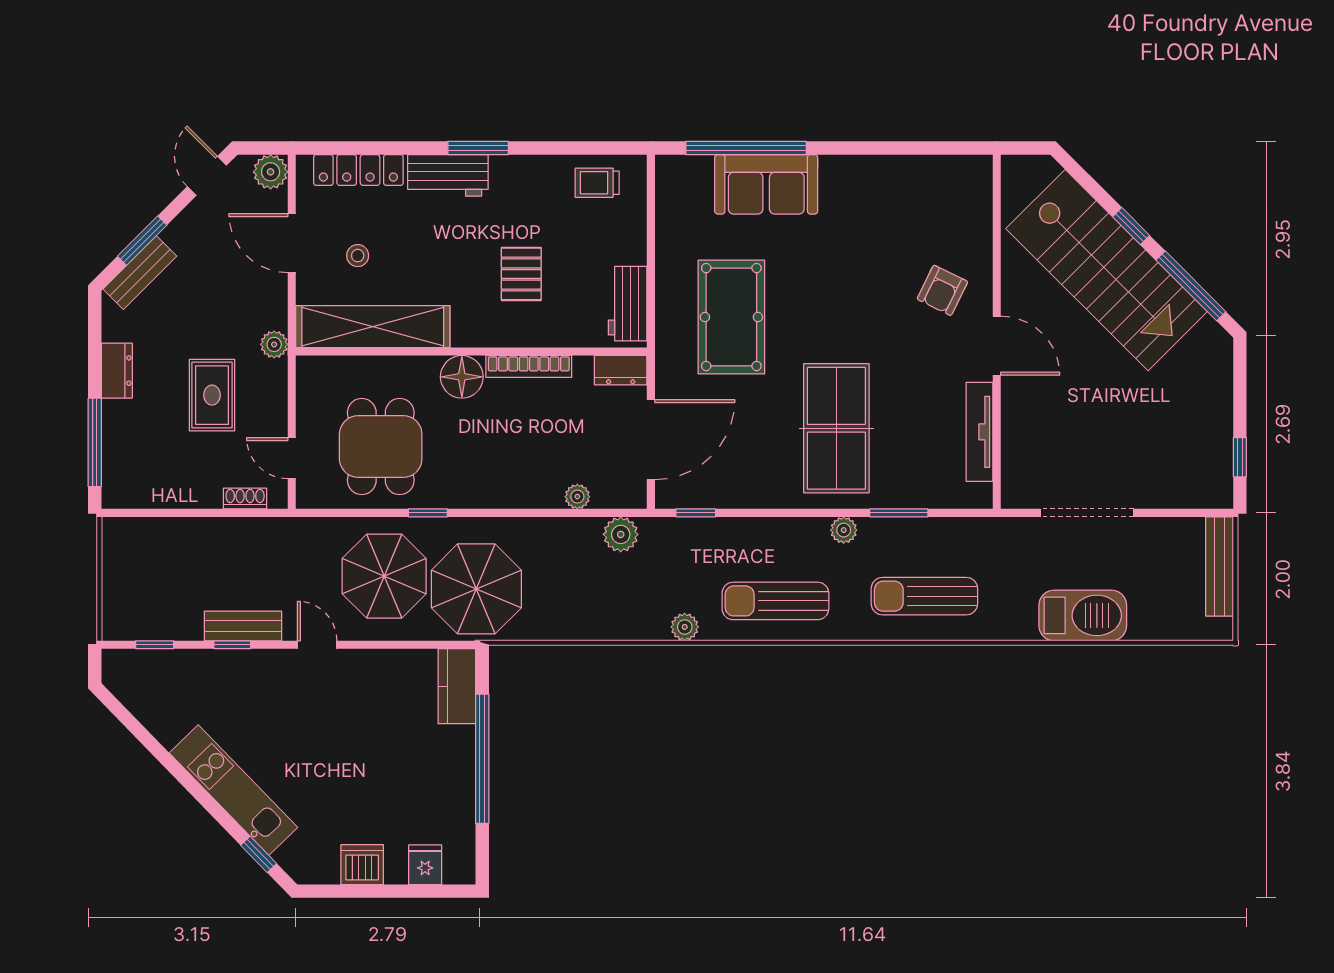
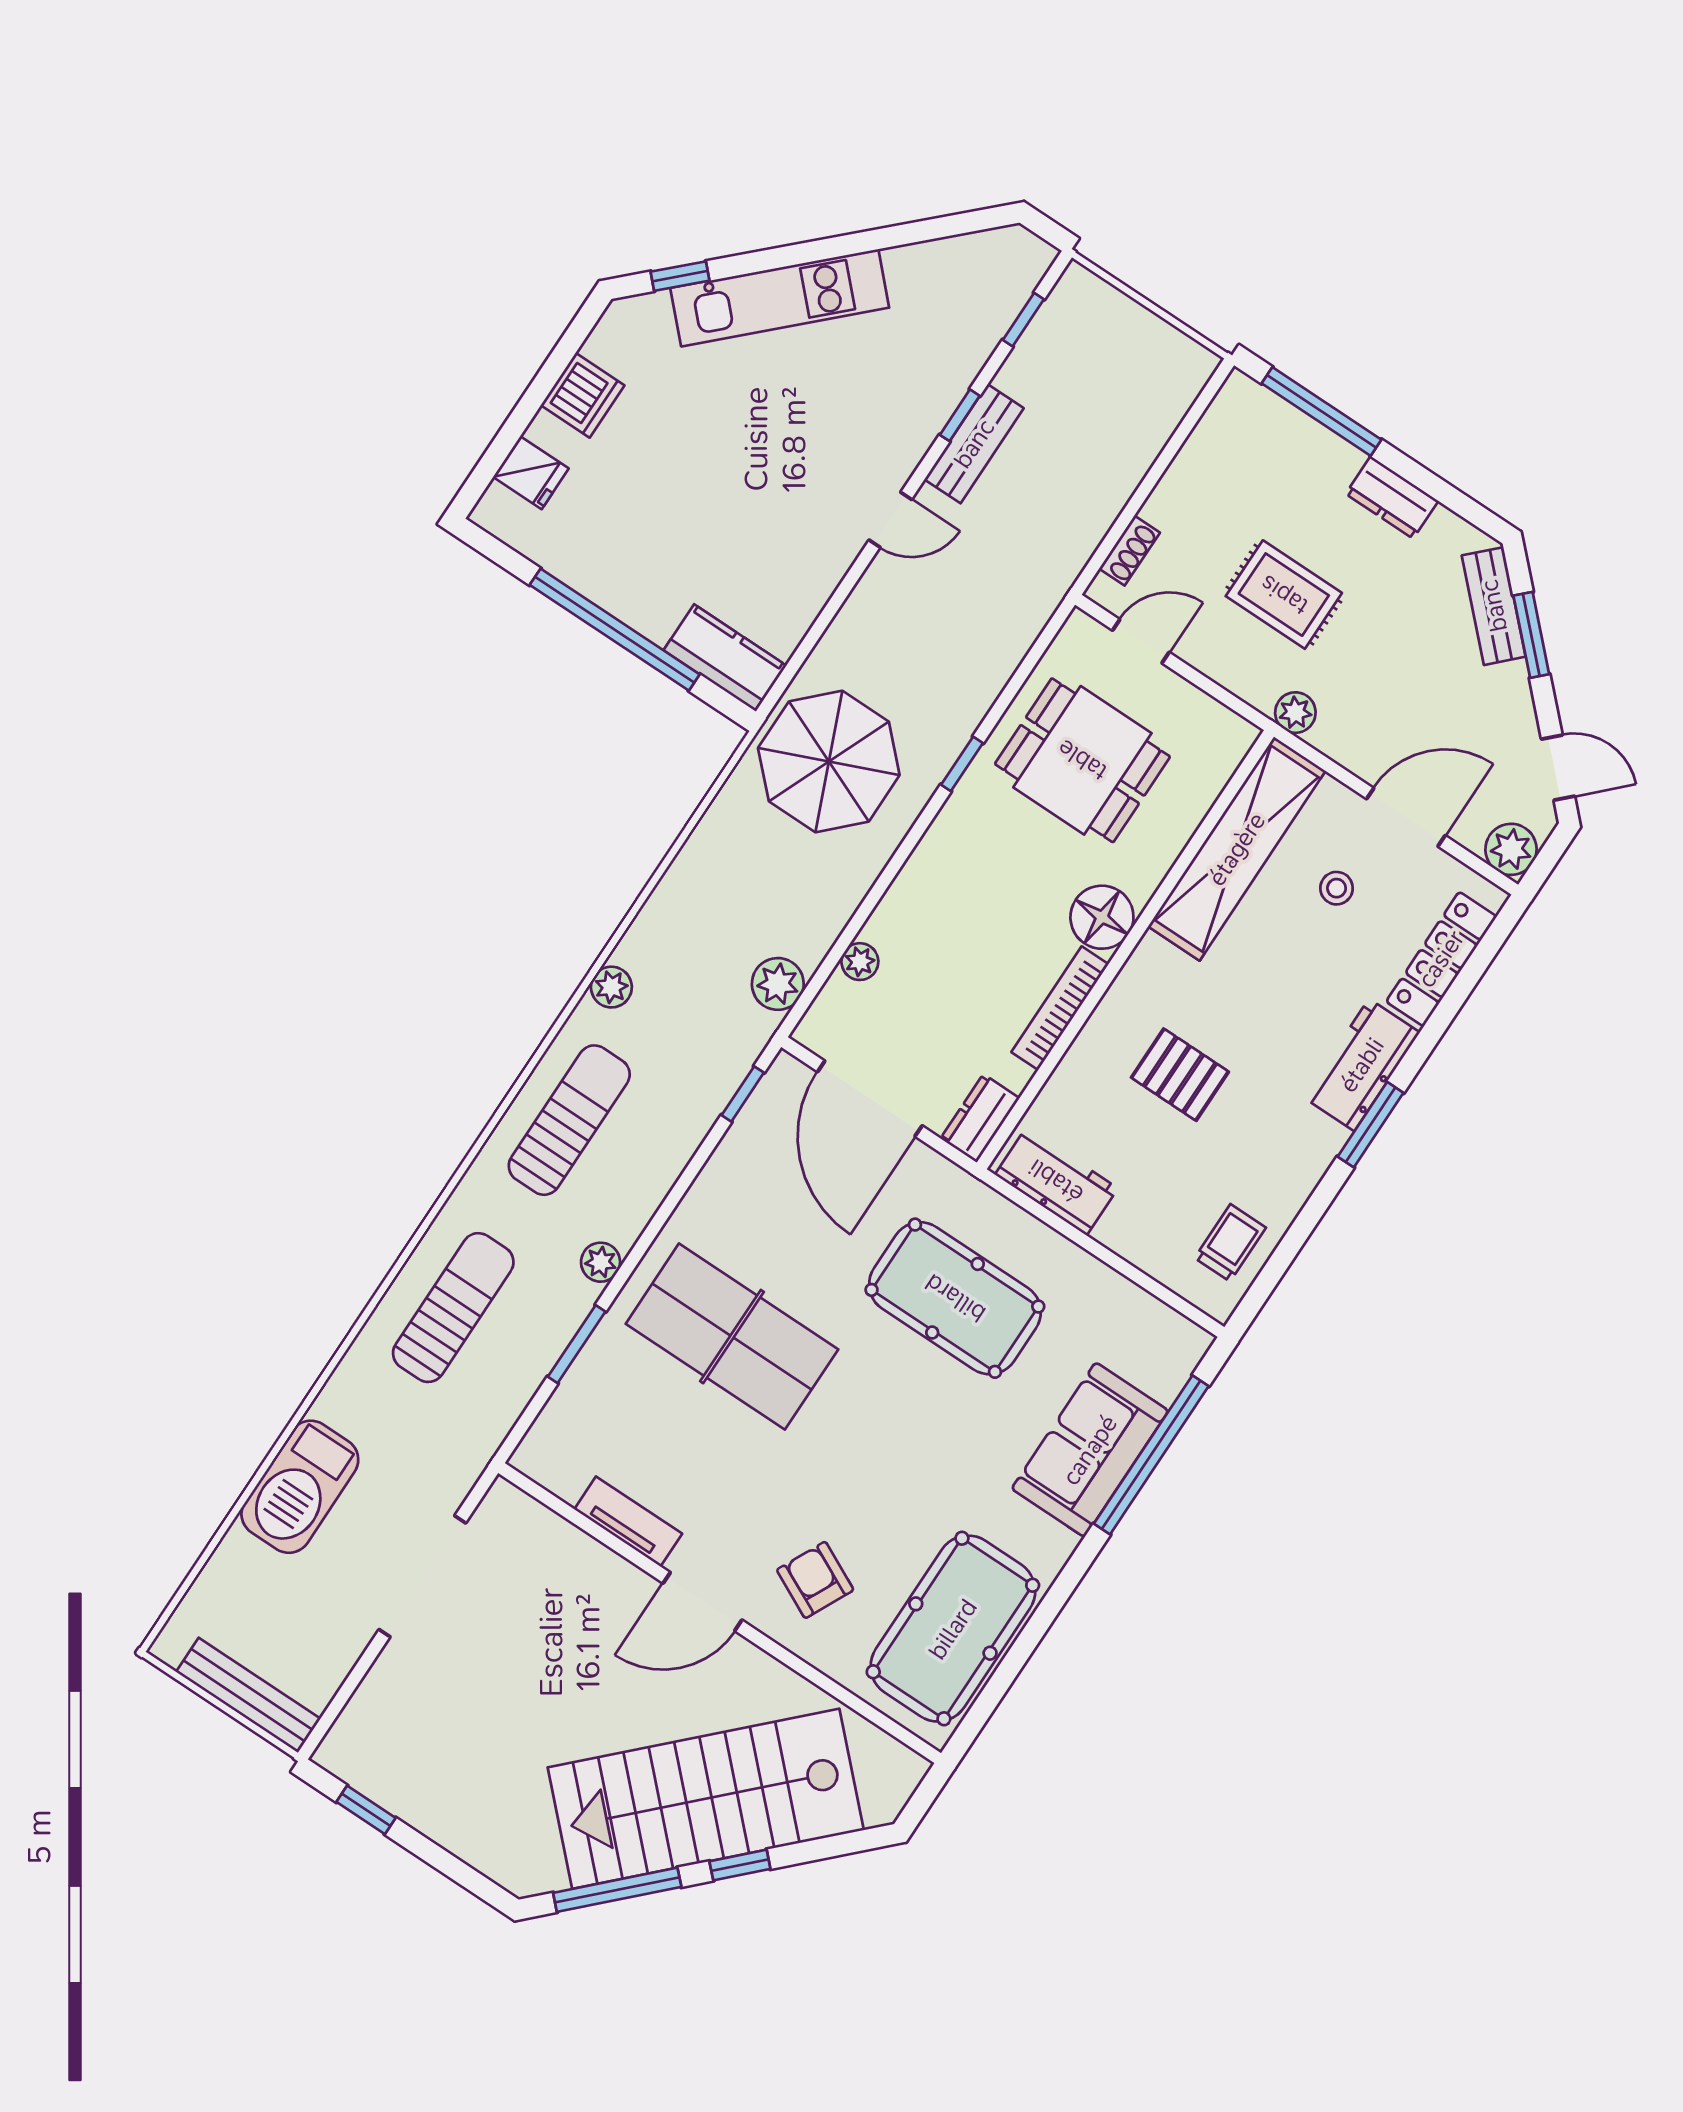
pool table: (918, 195) -> (953, 1629), added
tv unit: (979, 432) -> (628, 1521), width x0.71
parasol: (384, 576) -> (920, 659), removed

